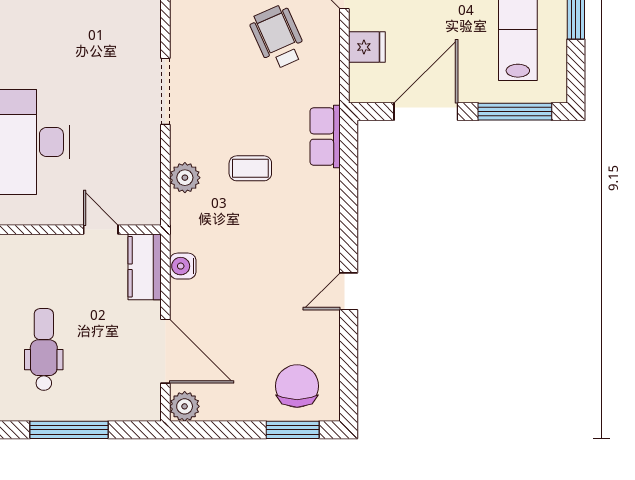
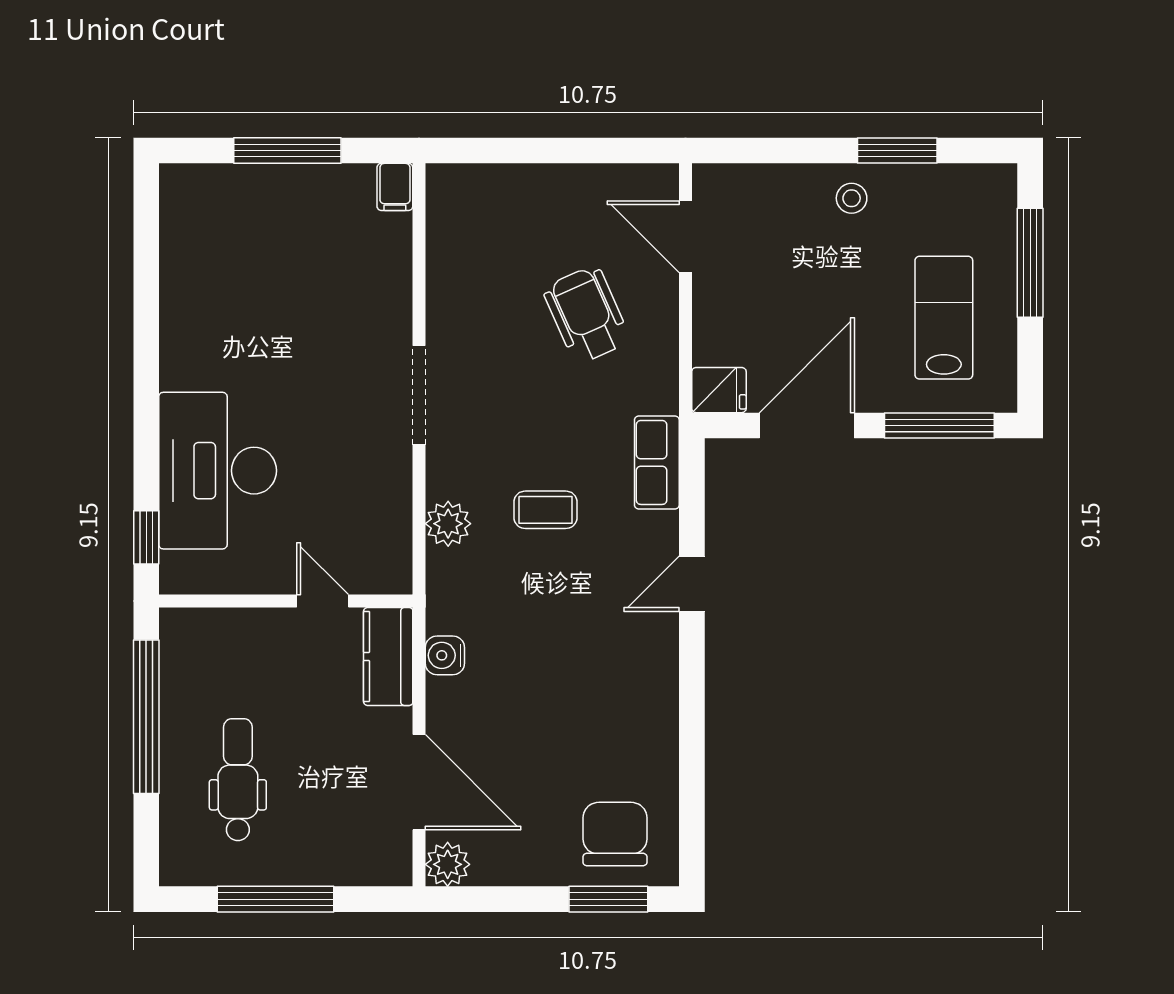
fridge: (367, 47) -> (719, 390), moved
door: (349, 291) -> (692, 584), moved

